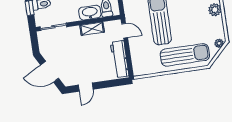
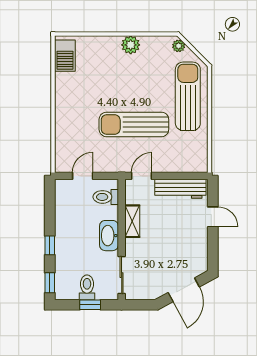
washbasin: (90, 13) -> (109, 236), moved
door: (86, 87) -> (213, 217), moved

